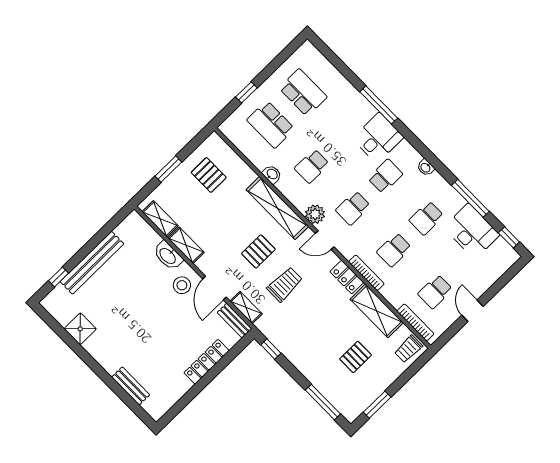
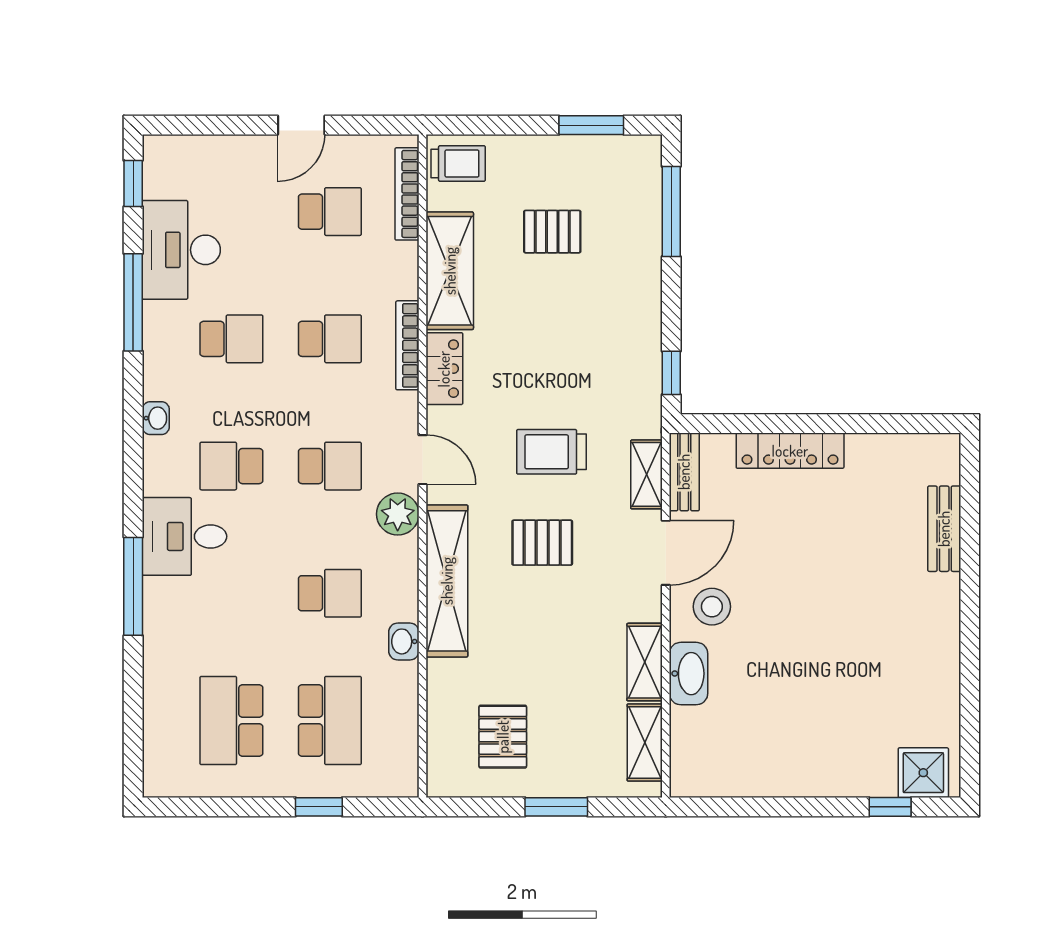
bench: (92, 263) -> (817, 778), removed
shower: (80, 329) -> (923, 773), moved

